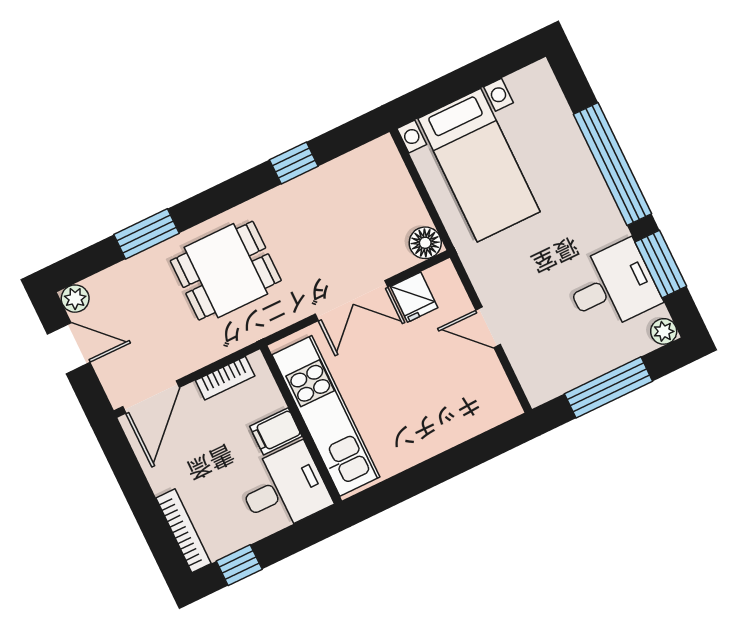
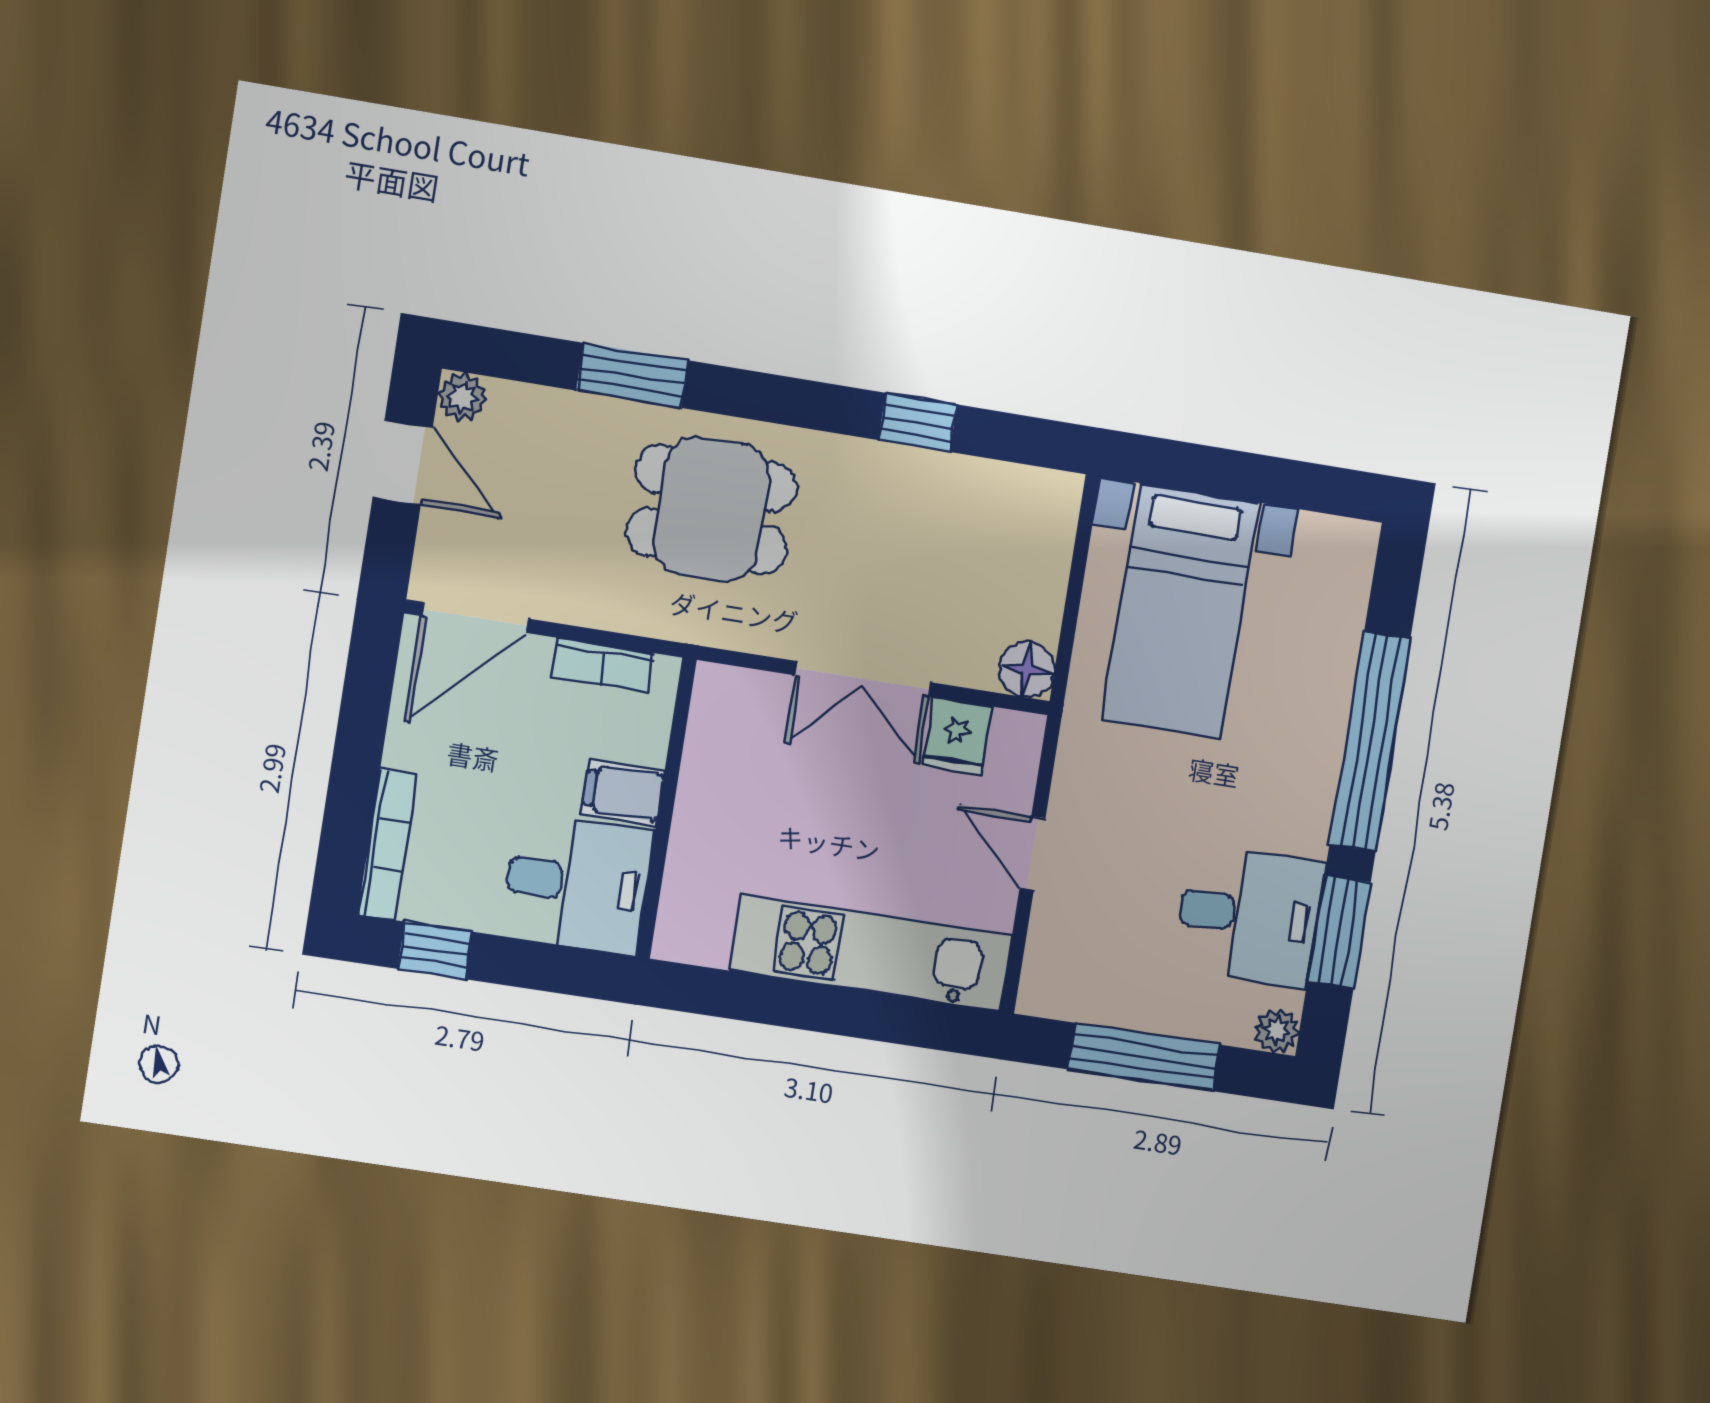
kitchen unit: (326, 416) -> (871, 953), moved, turned -90

